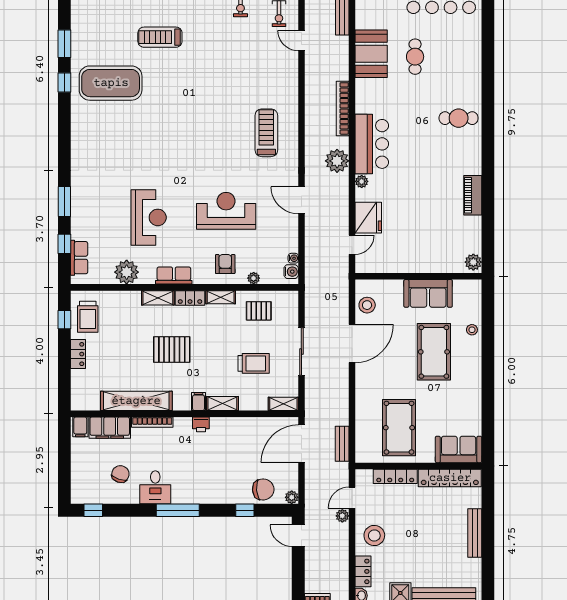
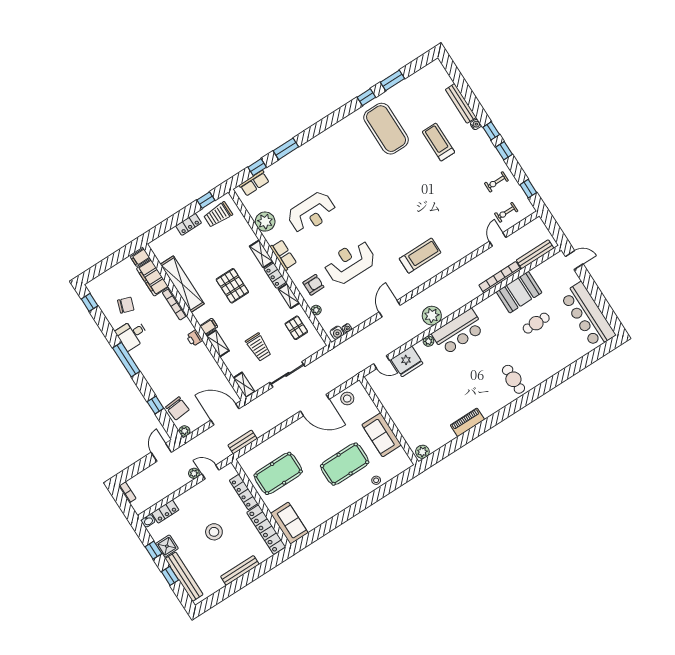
bookcase: (343, 108) -> (500, 277), moved
reception desk: (226, 211) -> (350, 262), turned -90
stool: (374, 535) -> (214, 532), moved

